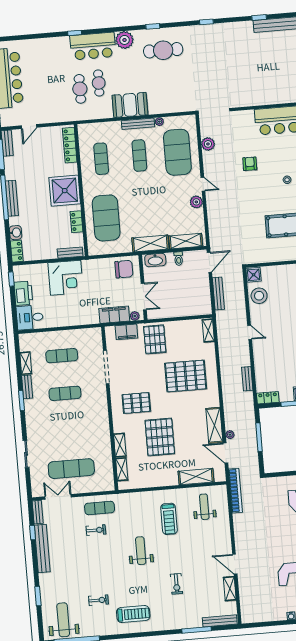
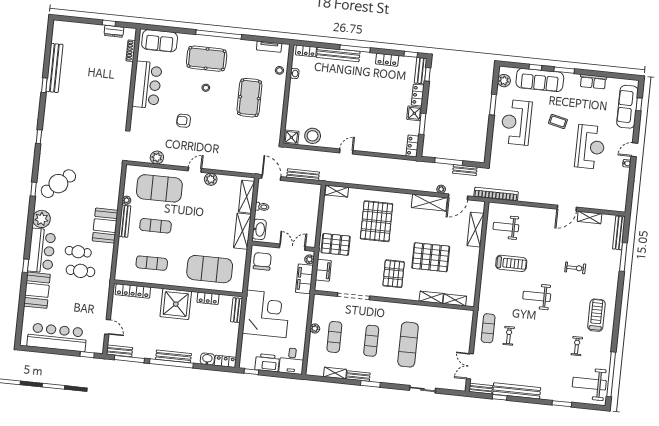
booth: (52, 49) -> (37, 290), added
cafe table: (163, 50) -> (58, 184), turned 49
corner desk: (66, 278) -> (266, 314), width x1.36, depth x1.36
plant: (67, 335) -> (315, 328), added
bench: (247, 379) -> (465, 170), moved
exercise mat: (71, 469) -> (408, 345), moved

